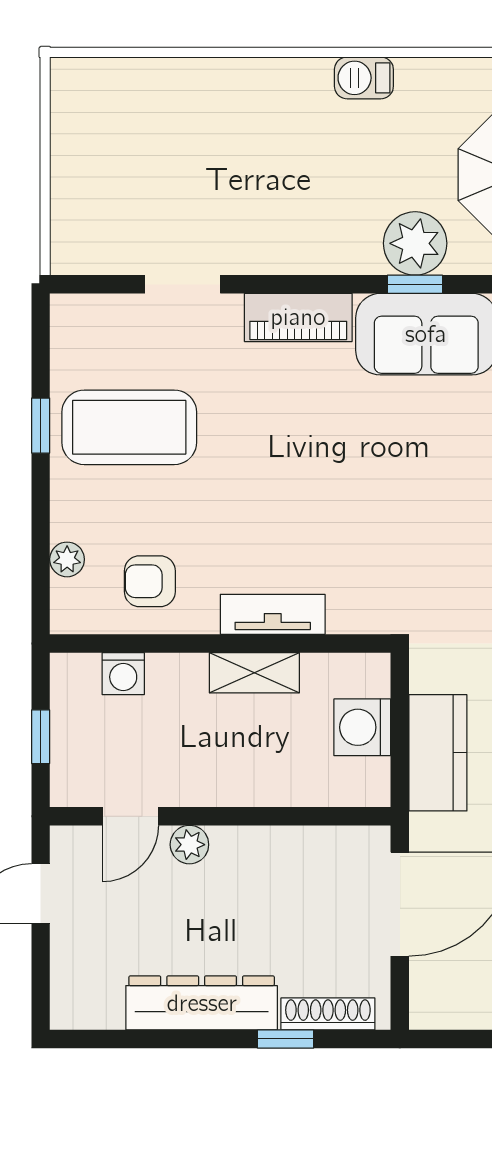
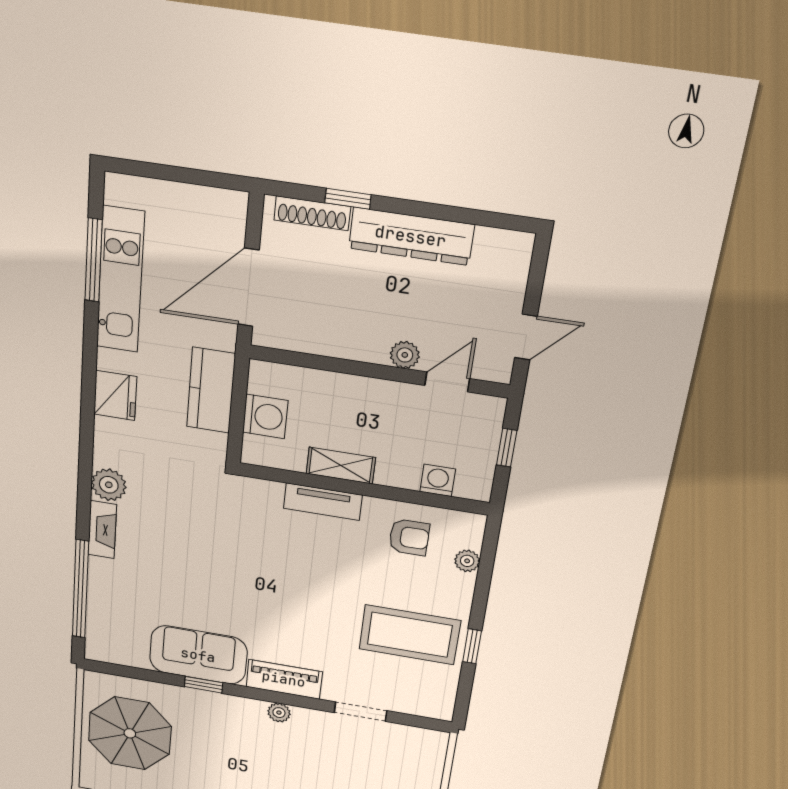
plant: (415, 243) -> (279, 713), moved, width x0.53, depth x0.53

